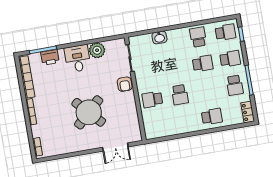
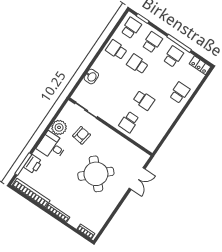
school desk: (203, 64) -> (137, 64), turned -90
armchair: (125, 84) -> (82, 135), moved, turned -82
school desk: (235, 85) -> (173, 57), turned -90

